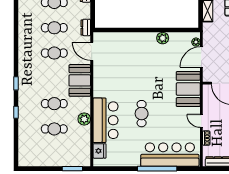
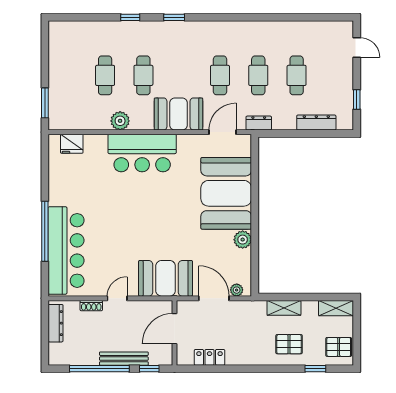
booth: (132, 49) -> (226, 193), added
cafe table: (142, 114) -> (128, 208), removed
bar counter: (105, 120) -> (142, 153), moved

